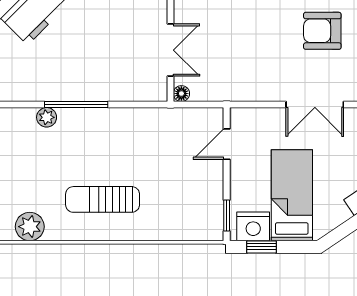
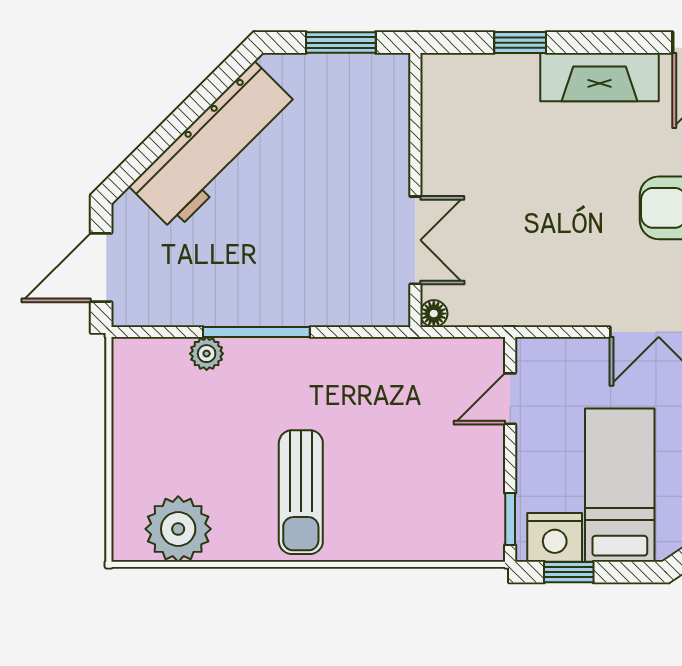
sun lounger: (103, 199) -> (301, 492), turned -90
plant: (30, 227) -> (178, 529), width x1.36, depth x1.36

